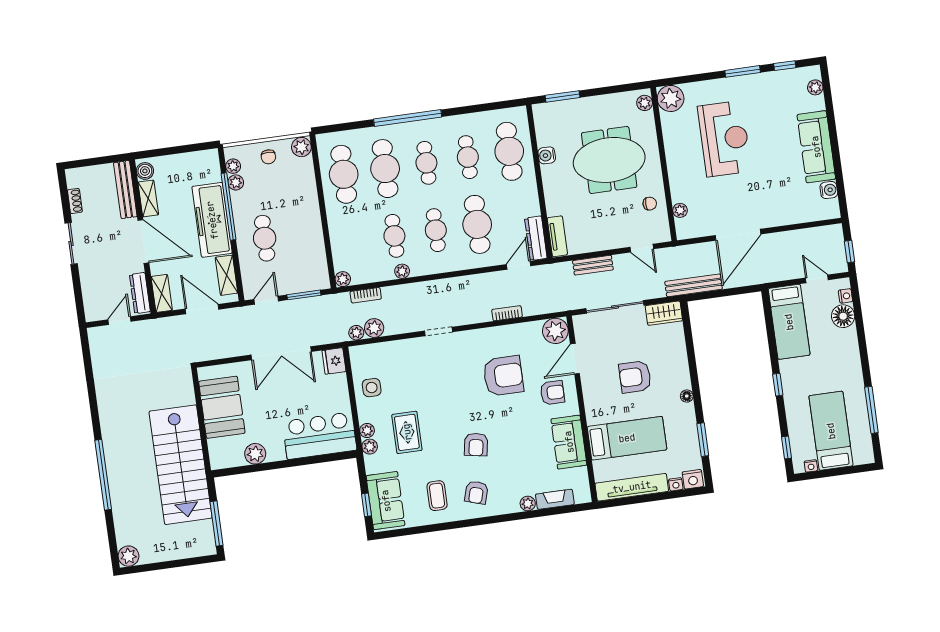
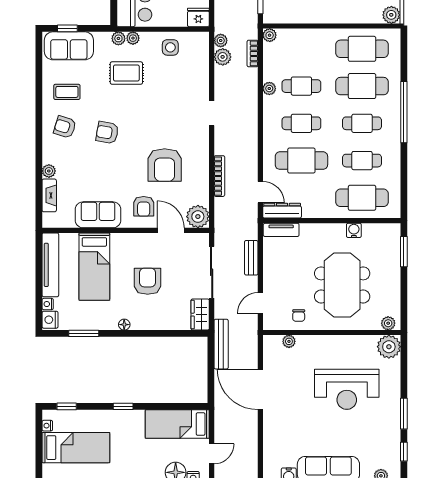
bookcase: (507, 313) -> (219, 176), width x1.56

